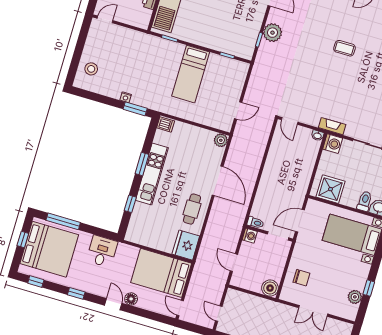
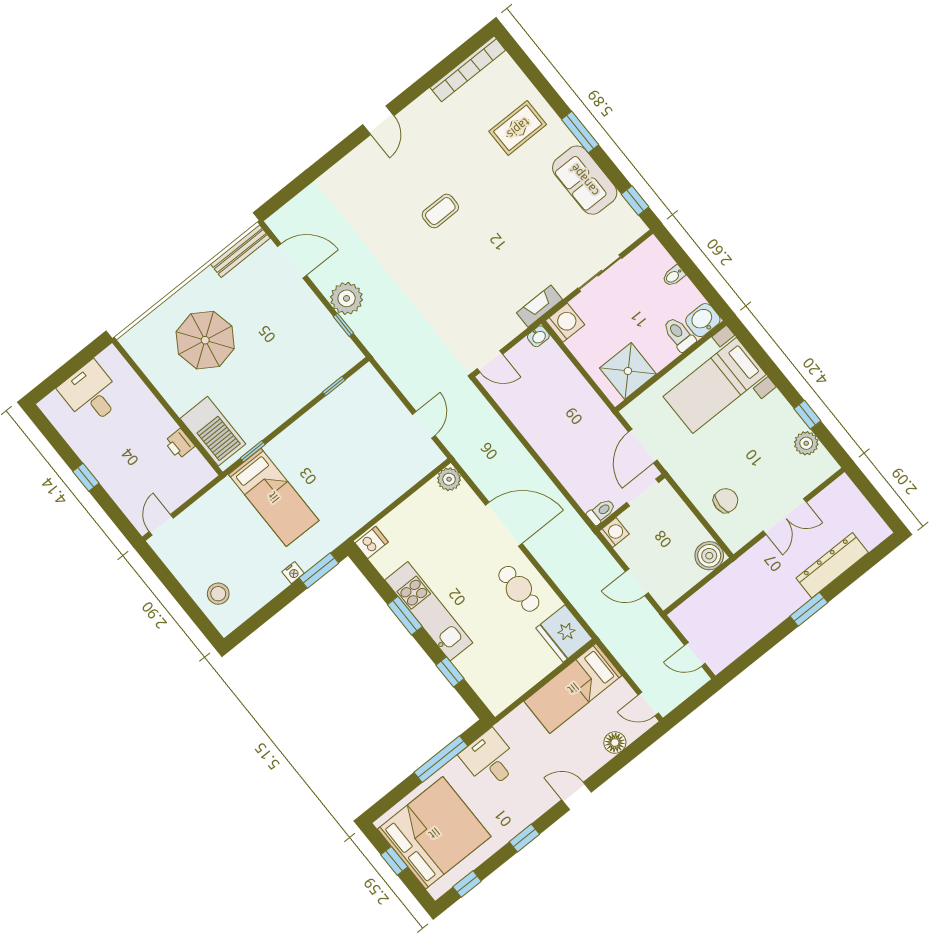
bed: (191, 74) -> (274, 497), moved
window: (63, 221) -> (441, 759), moved
bed: (161, 273) -> (573, 688), width x0.67
floor lamp: (131, 299) -> (615, 743), moved

